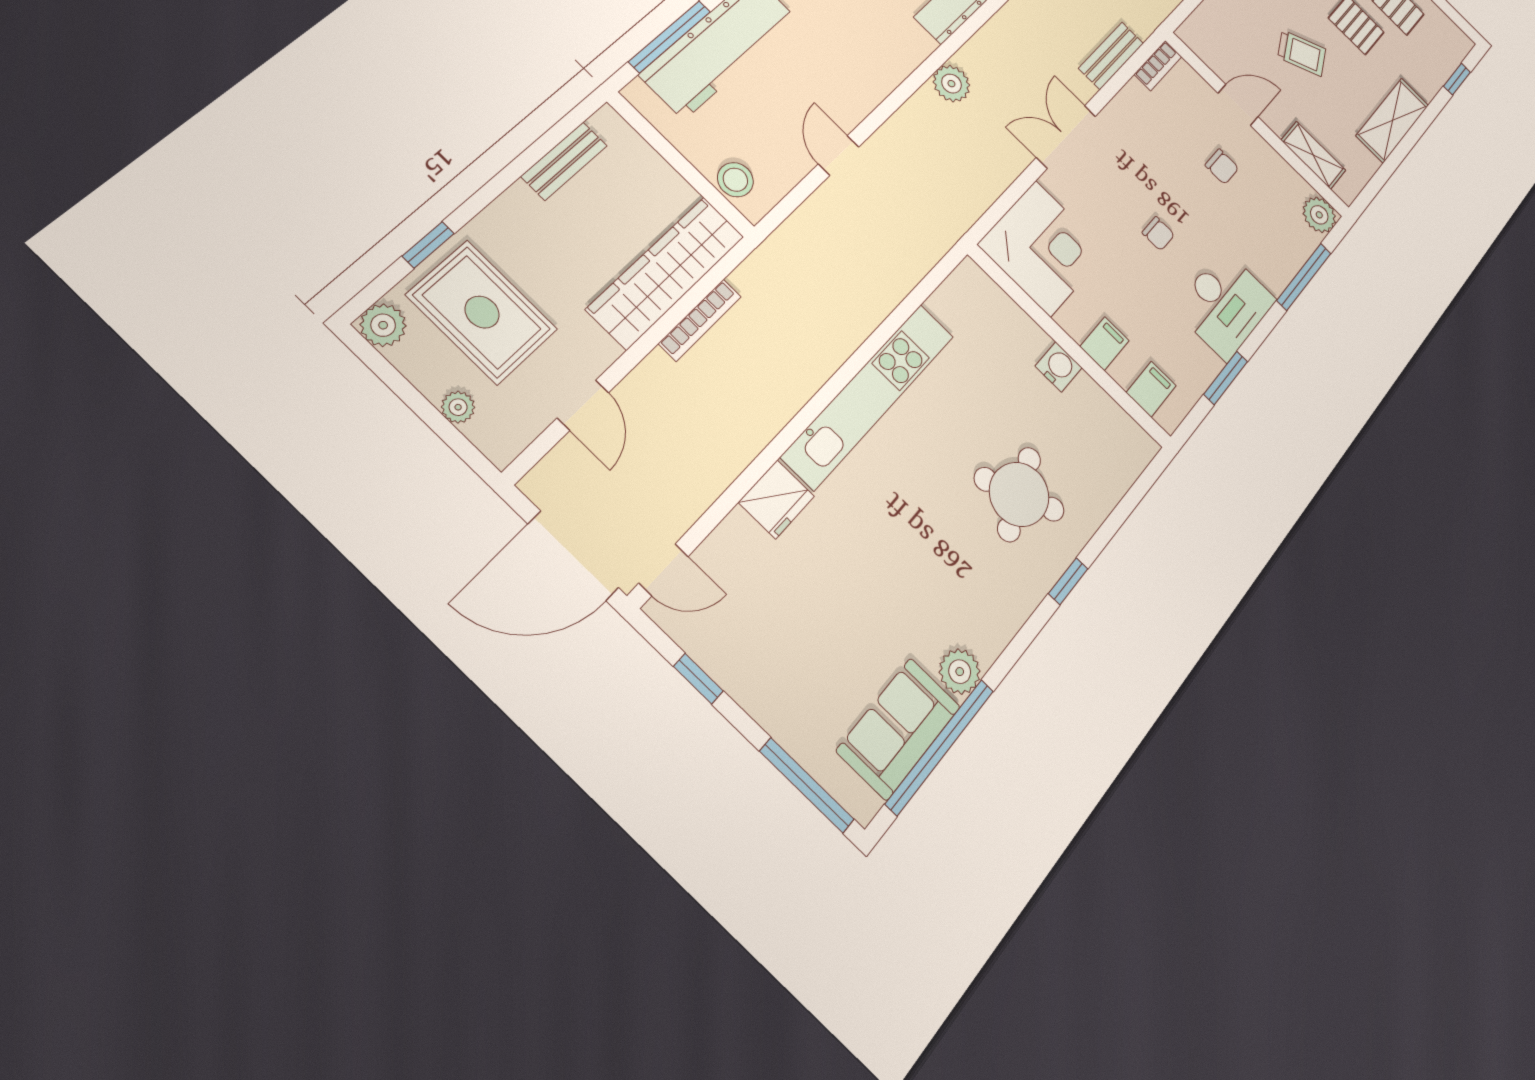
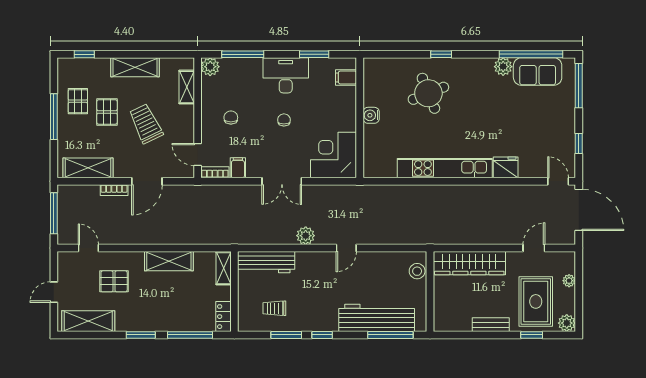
trolley: (1302, 53) -> (146, 124), width x1.36, depth x1.39
bench: (1111, 56) -> (231, 192), removed
door: (1238, 105) -> (198, 155), moved
door: (839, 155) -> (346, 248), moved
bench: (564, 161) -> (491, 325), moved
bookcase: (700, 320) -> (474, 240), removed
filing cabinet: (1105, 344) -> (238, 168), moved, turned 90

